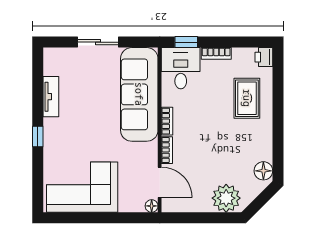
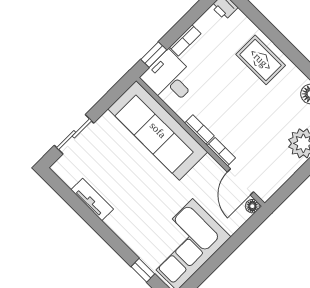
sliding door: (98, 42) -> (74, 134), moved
rug: (247, 98) -> (261, 60), moved
window: (38, 136) -> (143, 270), moved
door: (160, 182) -> (240, 182), swing flipped

